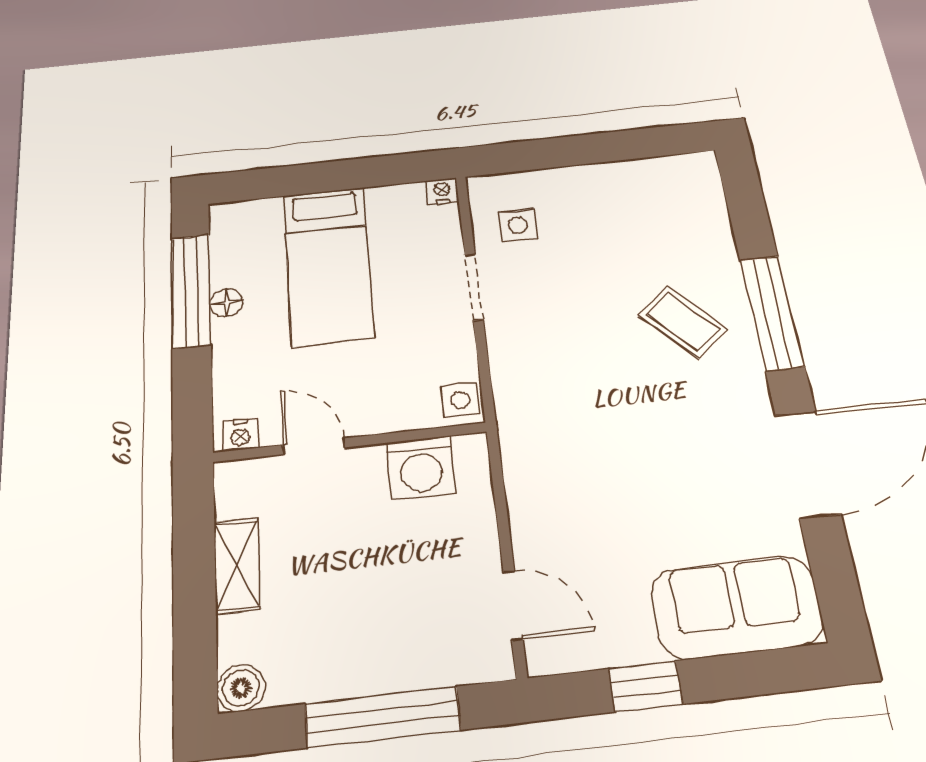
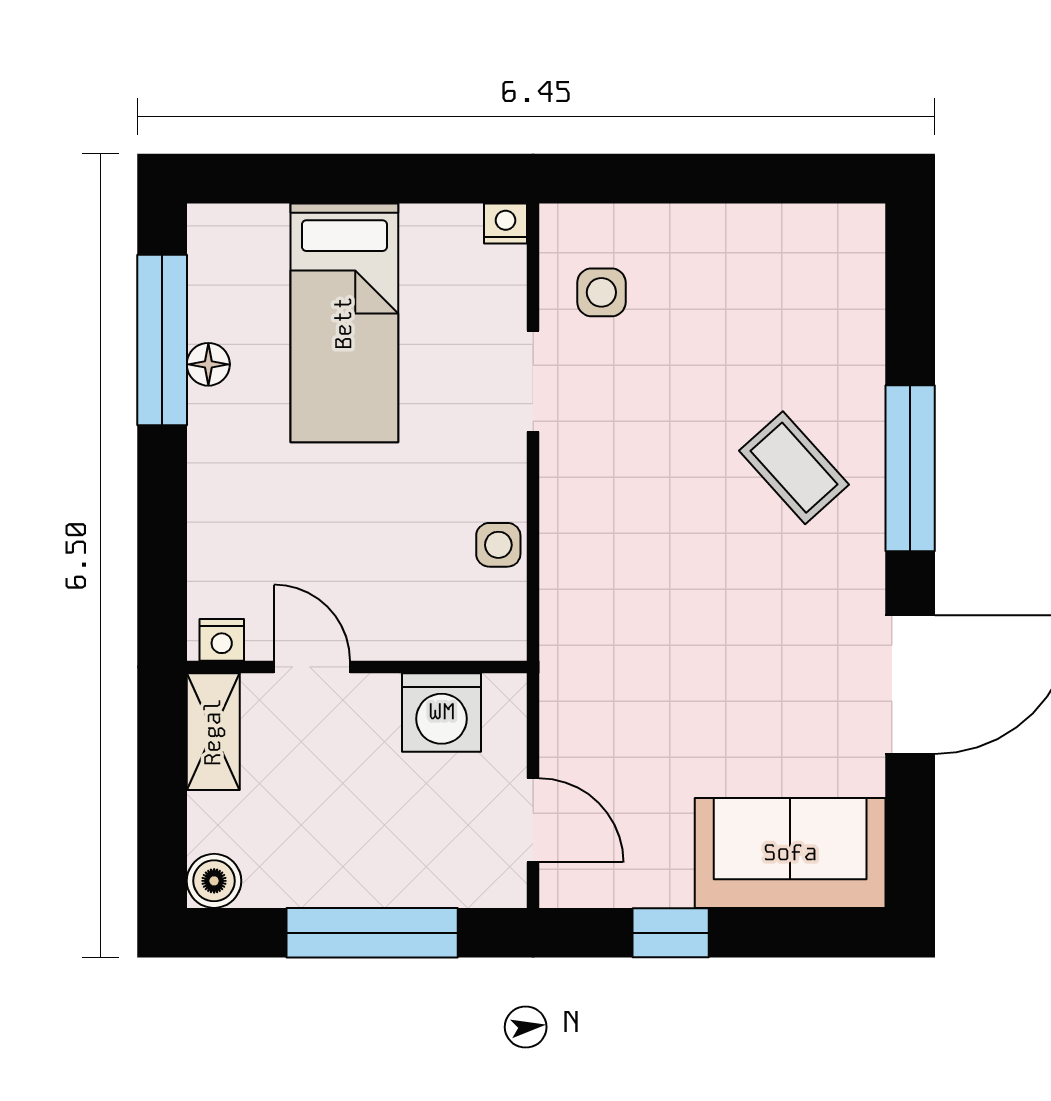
nightstand: (240, 435) -> (222, 640), moved
wall: (350, 442) -> (357, 667), moved
door: (314, 446) -> (312, 667), moved
washing machine: (421, 468) -> (442, 712), moved

